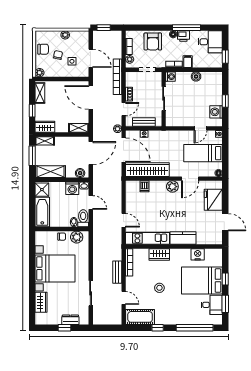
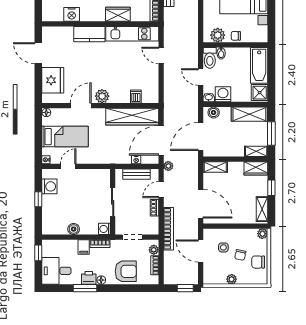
window: (187, 28) -> (85, 288), width x0.69
armchair: (153, 41) -> (126, 271), turned 90
door: (124, 150) -> (161, 140), hinge flipped

